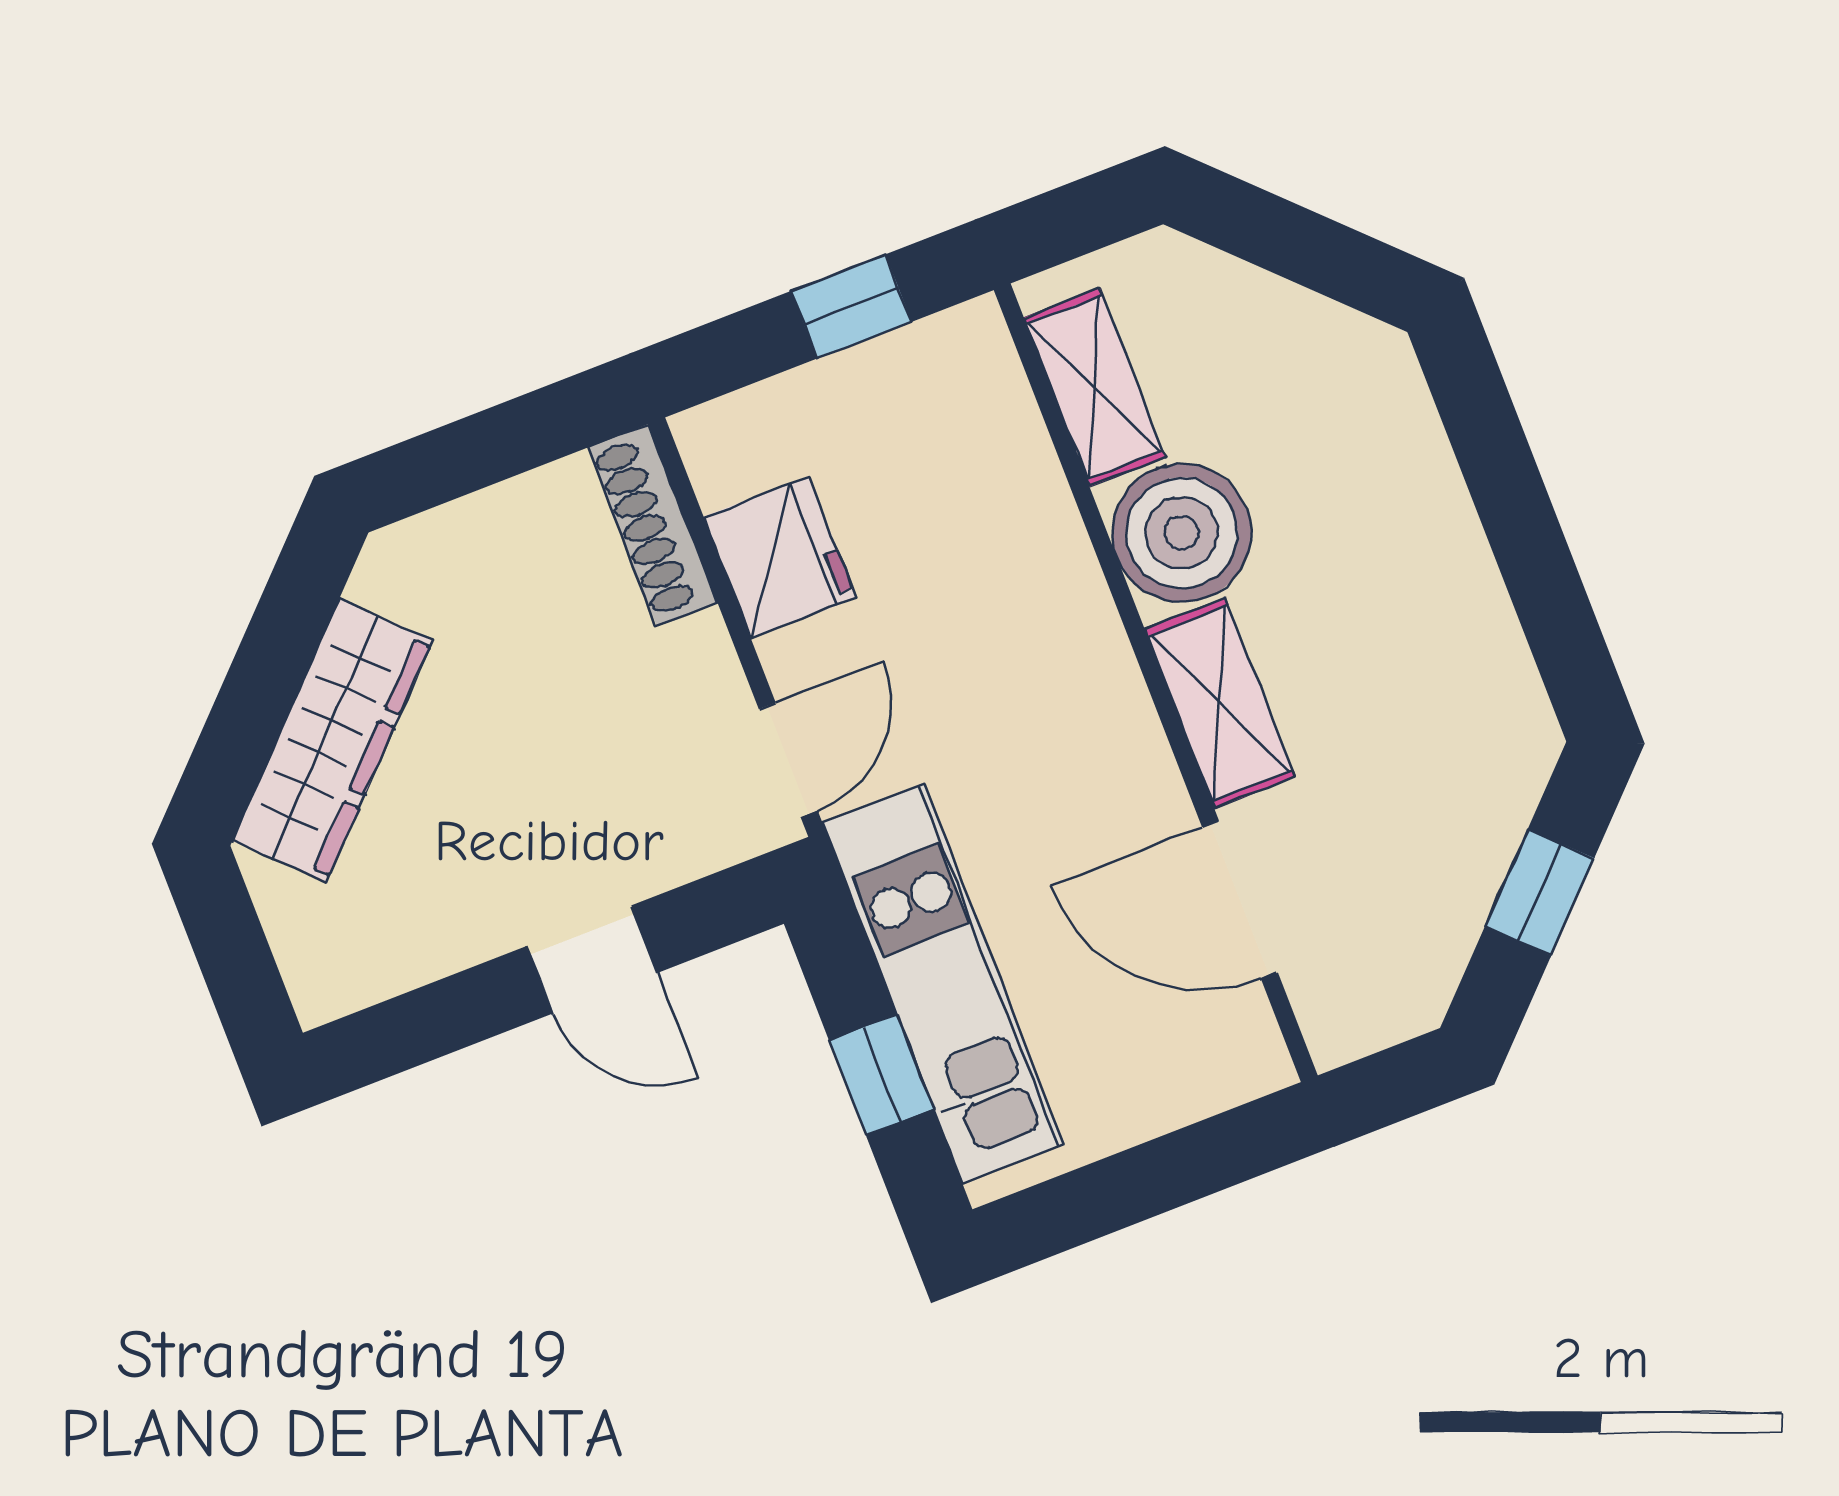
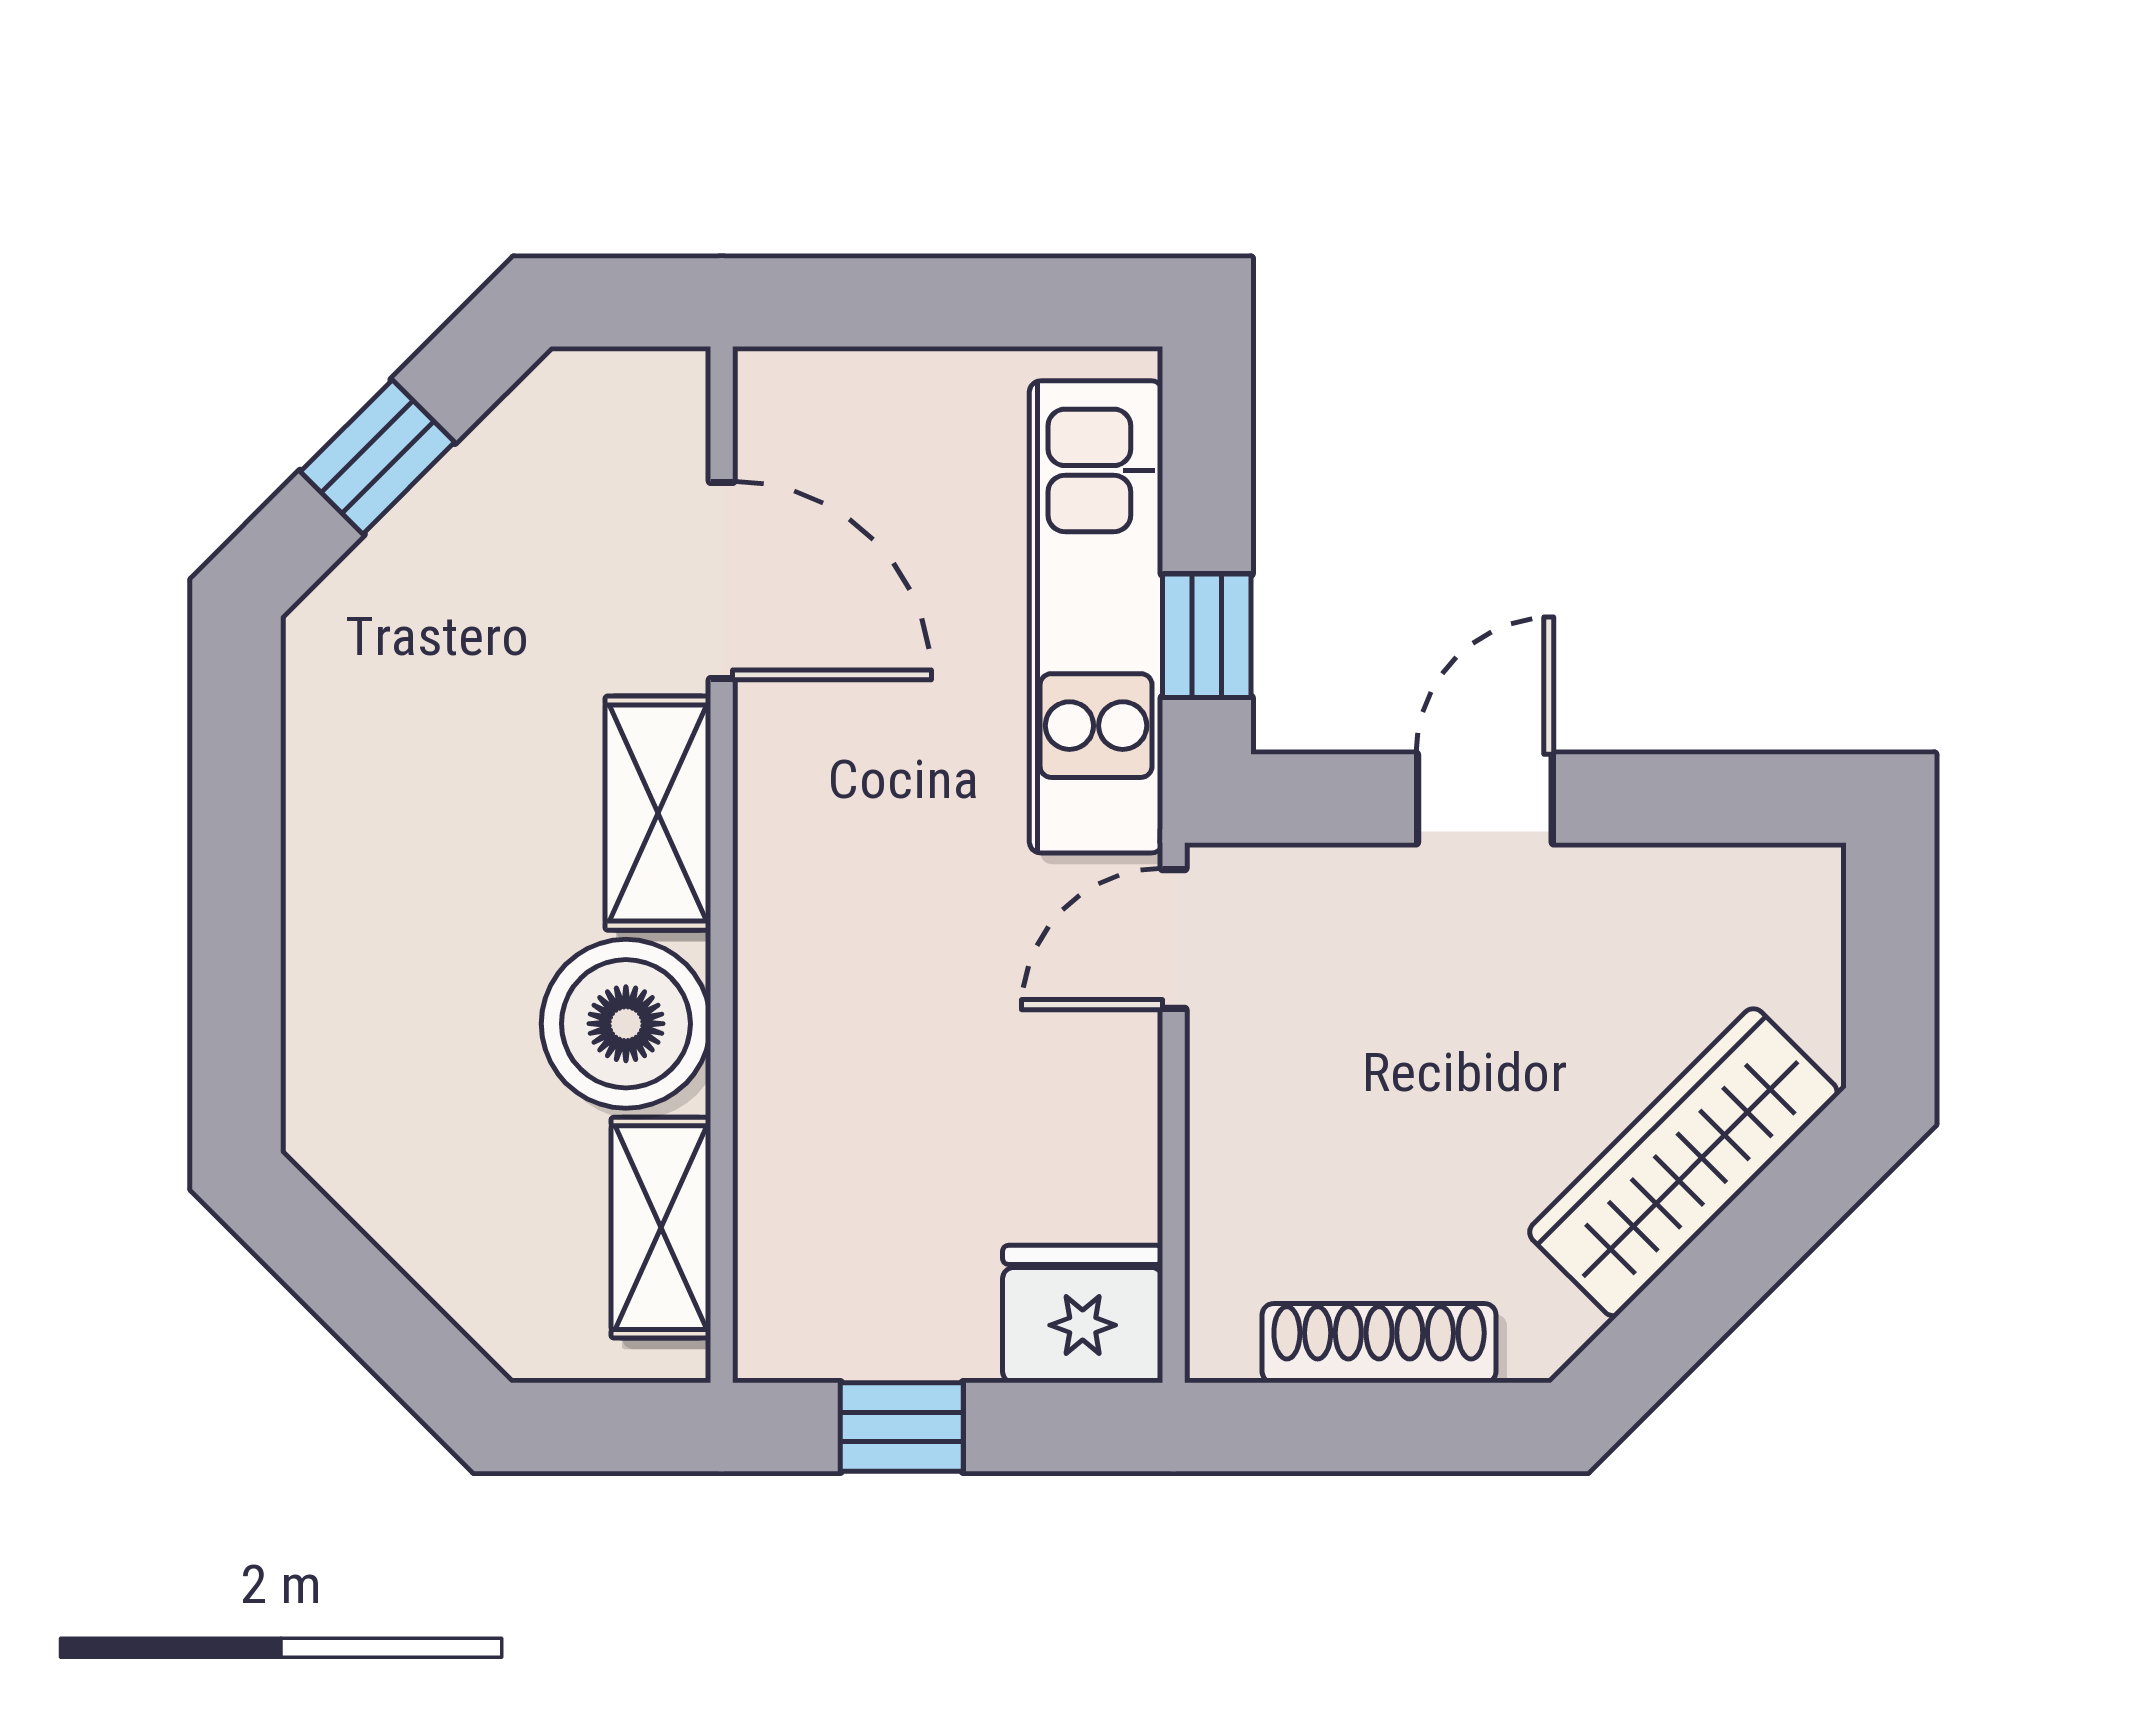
shoe rack: (653, 525) -> (1379, 1343), moved, turned -90
fridge: (780, 557) -> (1083, 1314), moved, turned 90
door: (592, 960) -> (1485, 799), hinge flipped
window: (881, 1075) -> (1207, 636), moved

